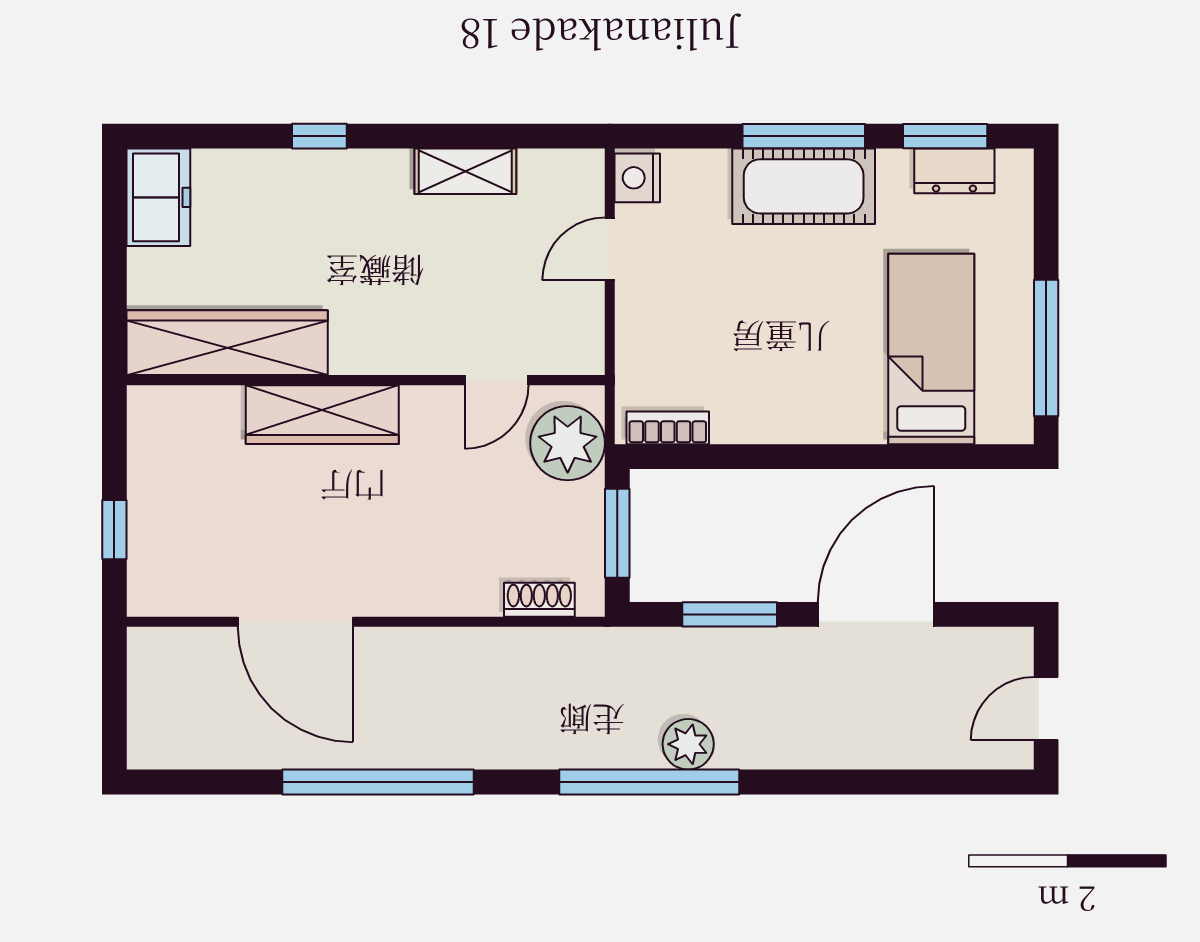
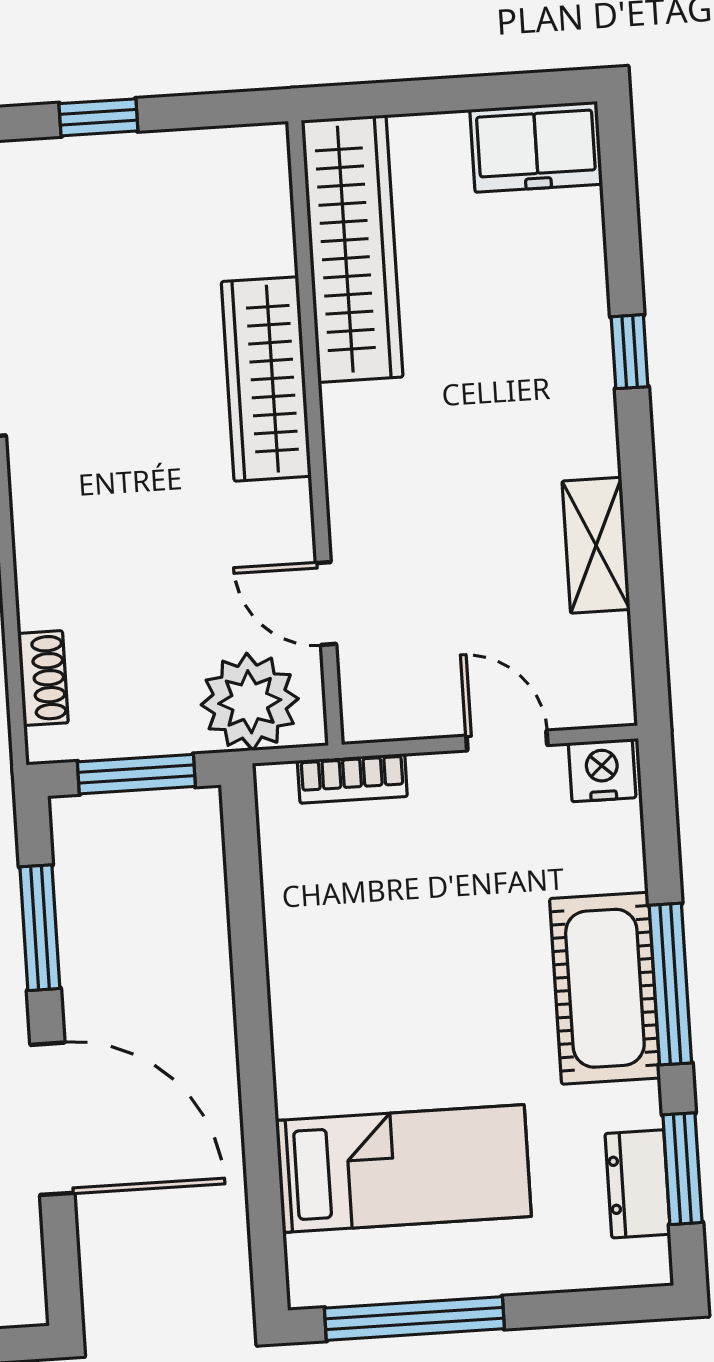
bookcase: (668, 428) -> (352, 778), moved, turned 90

